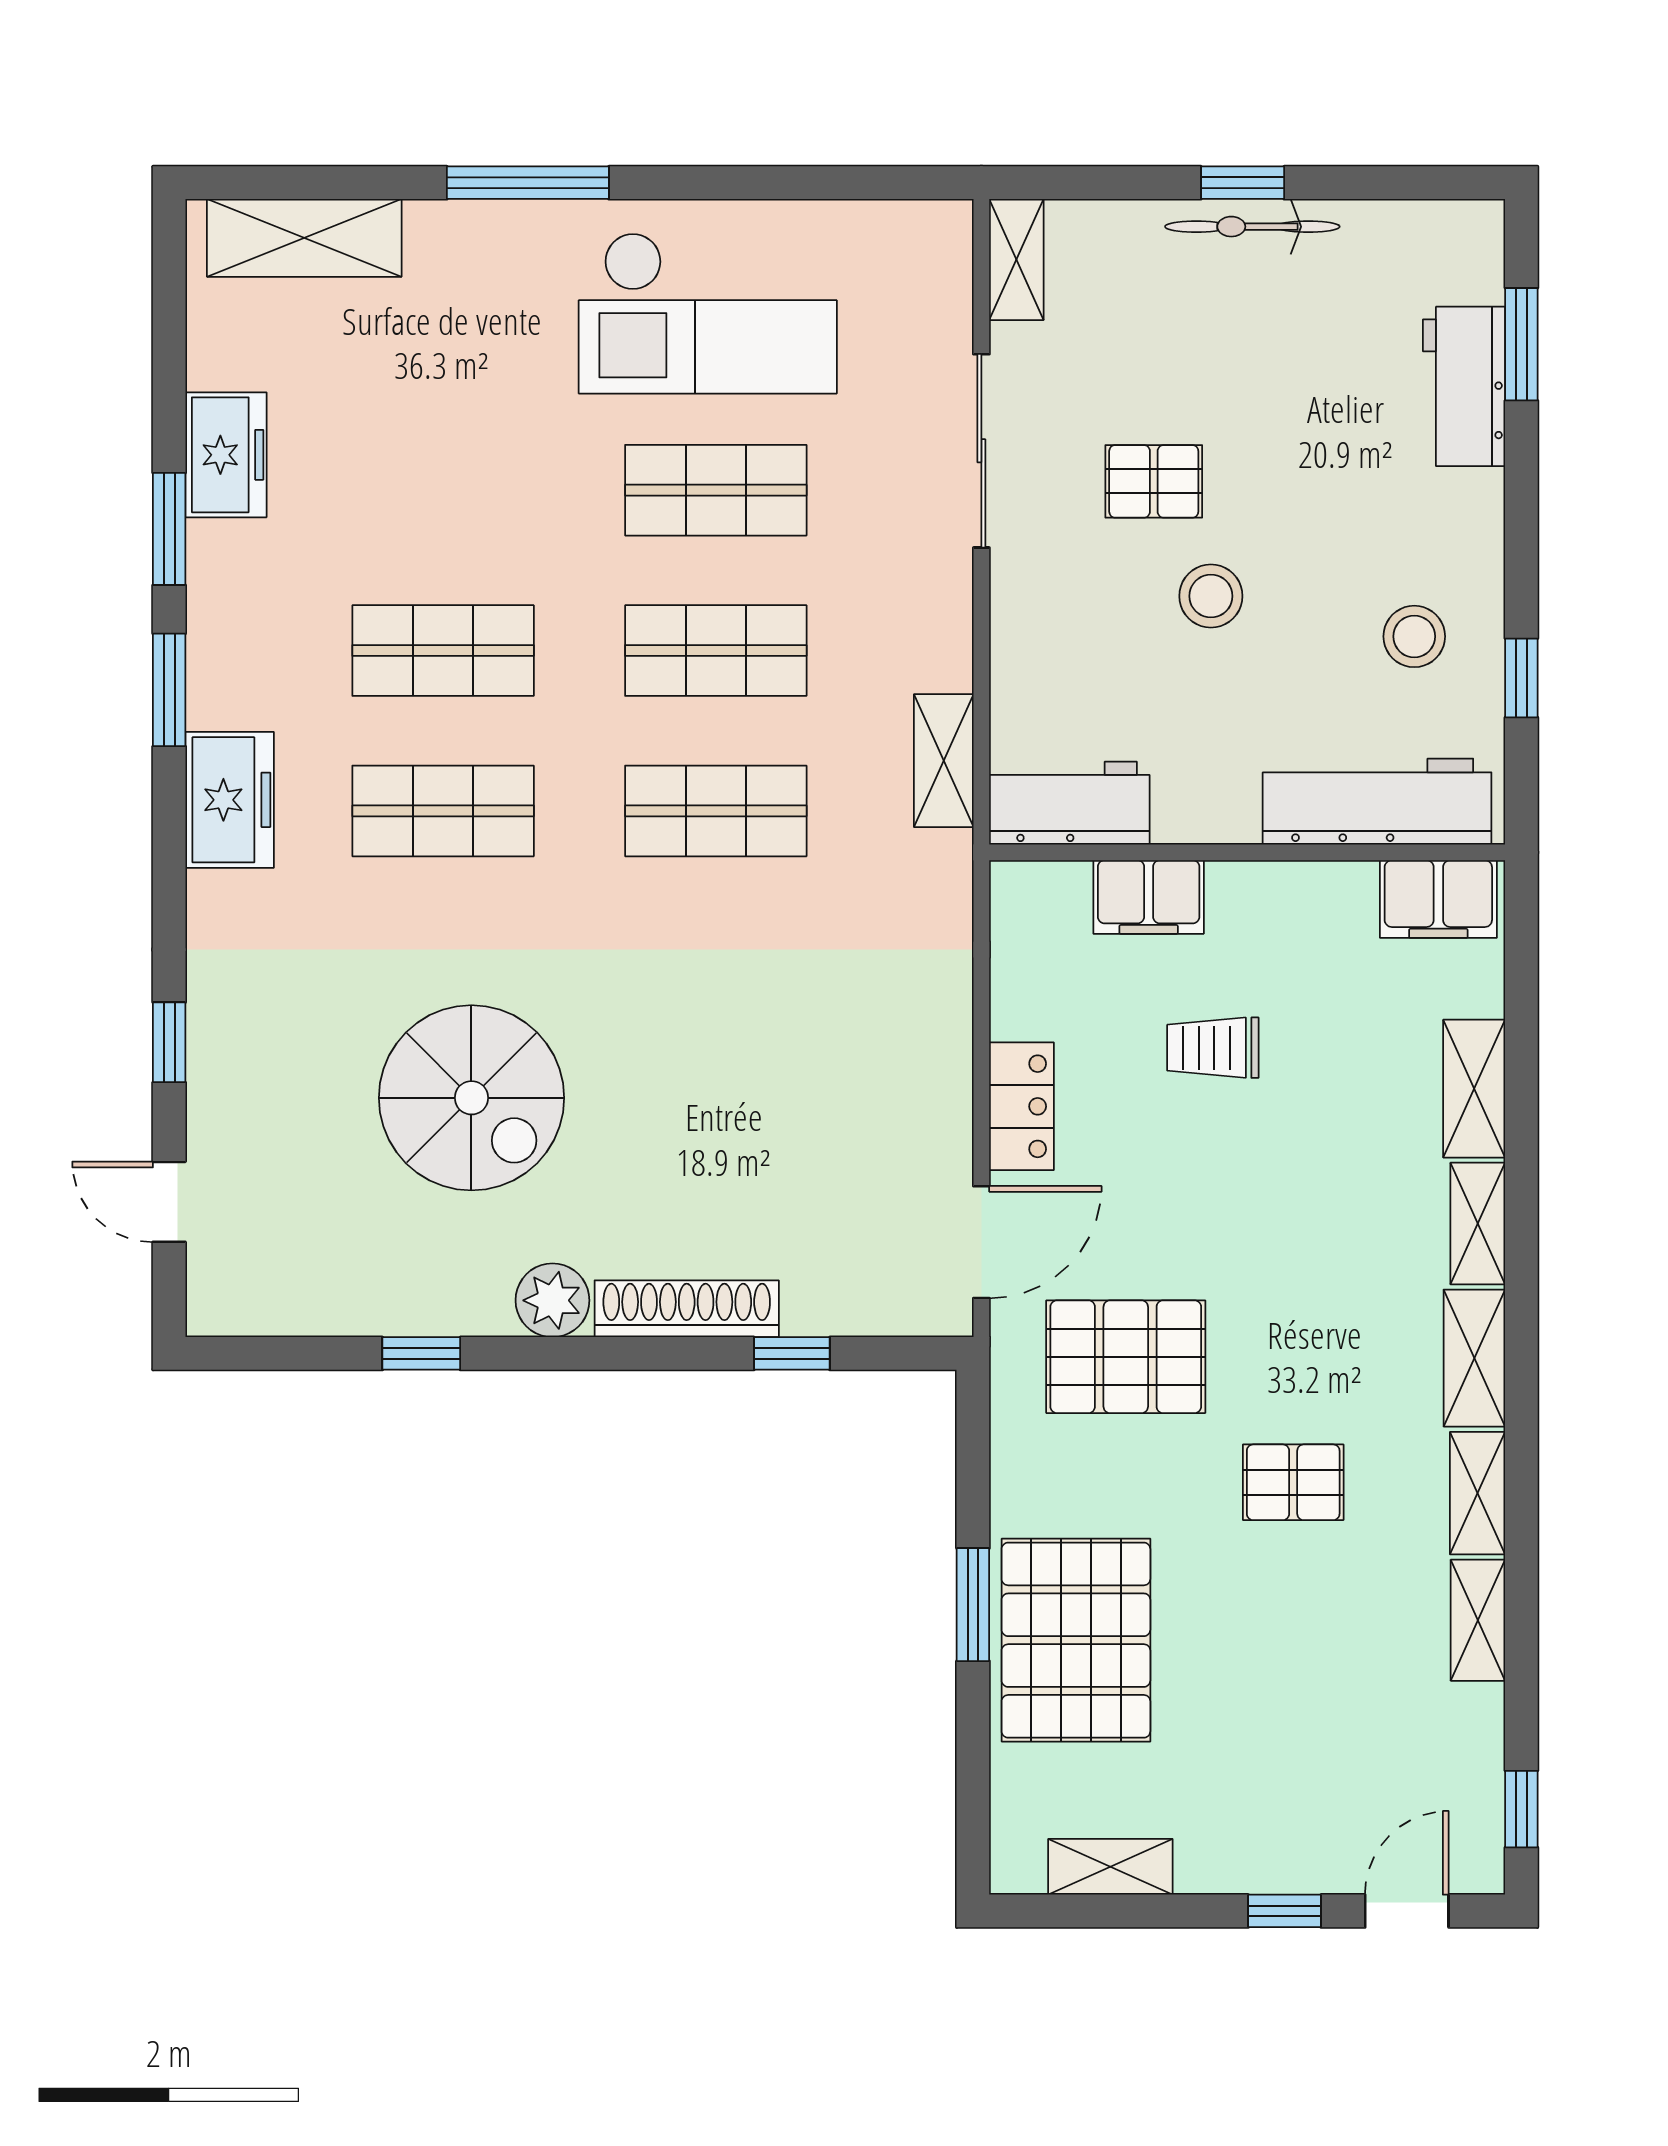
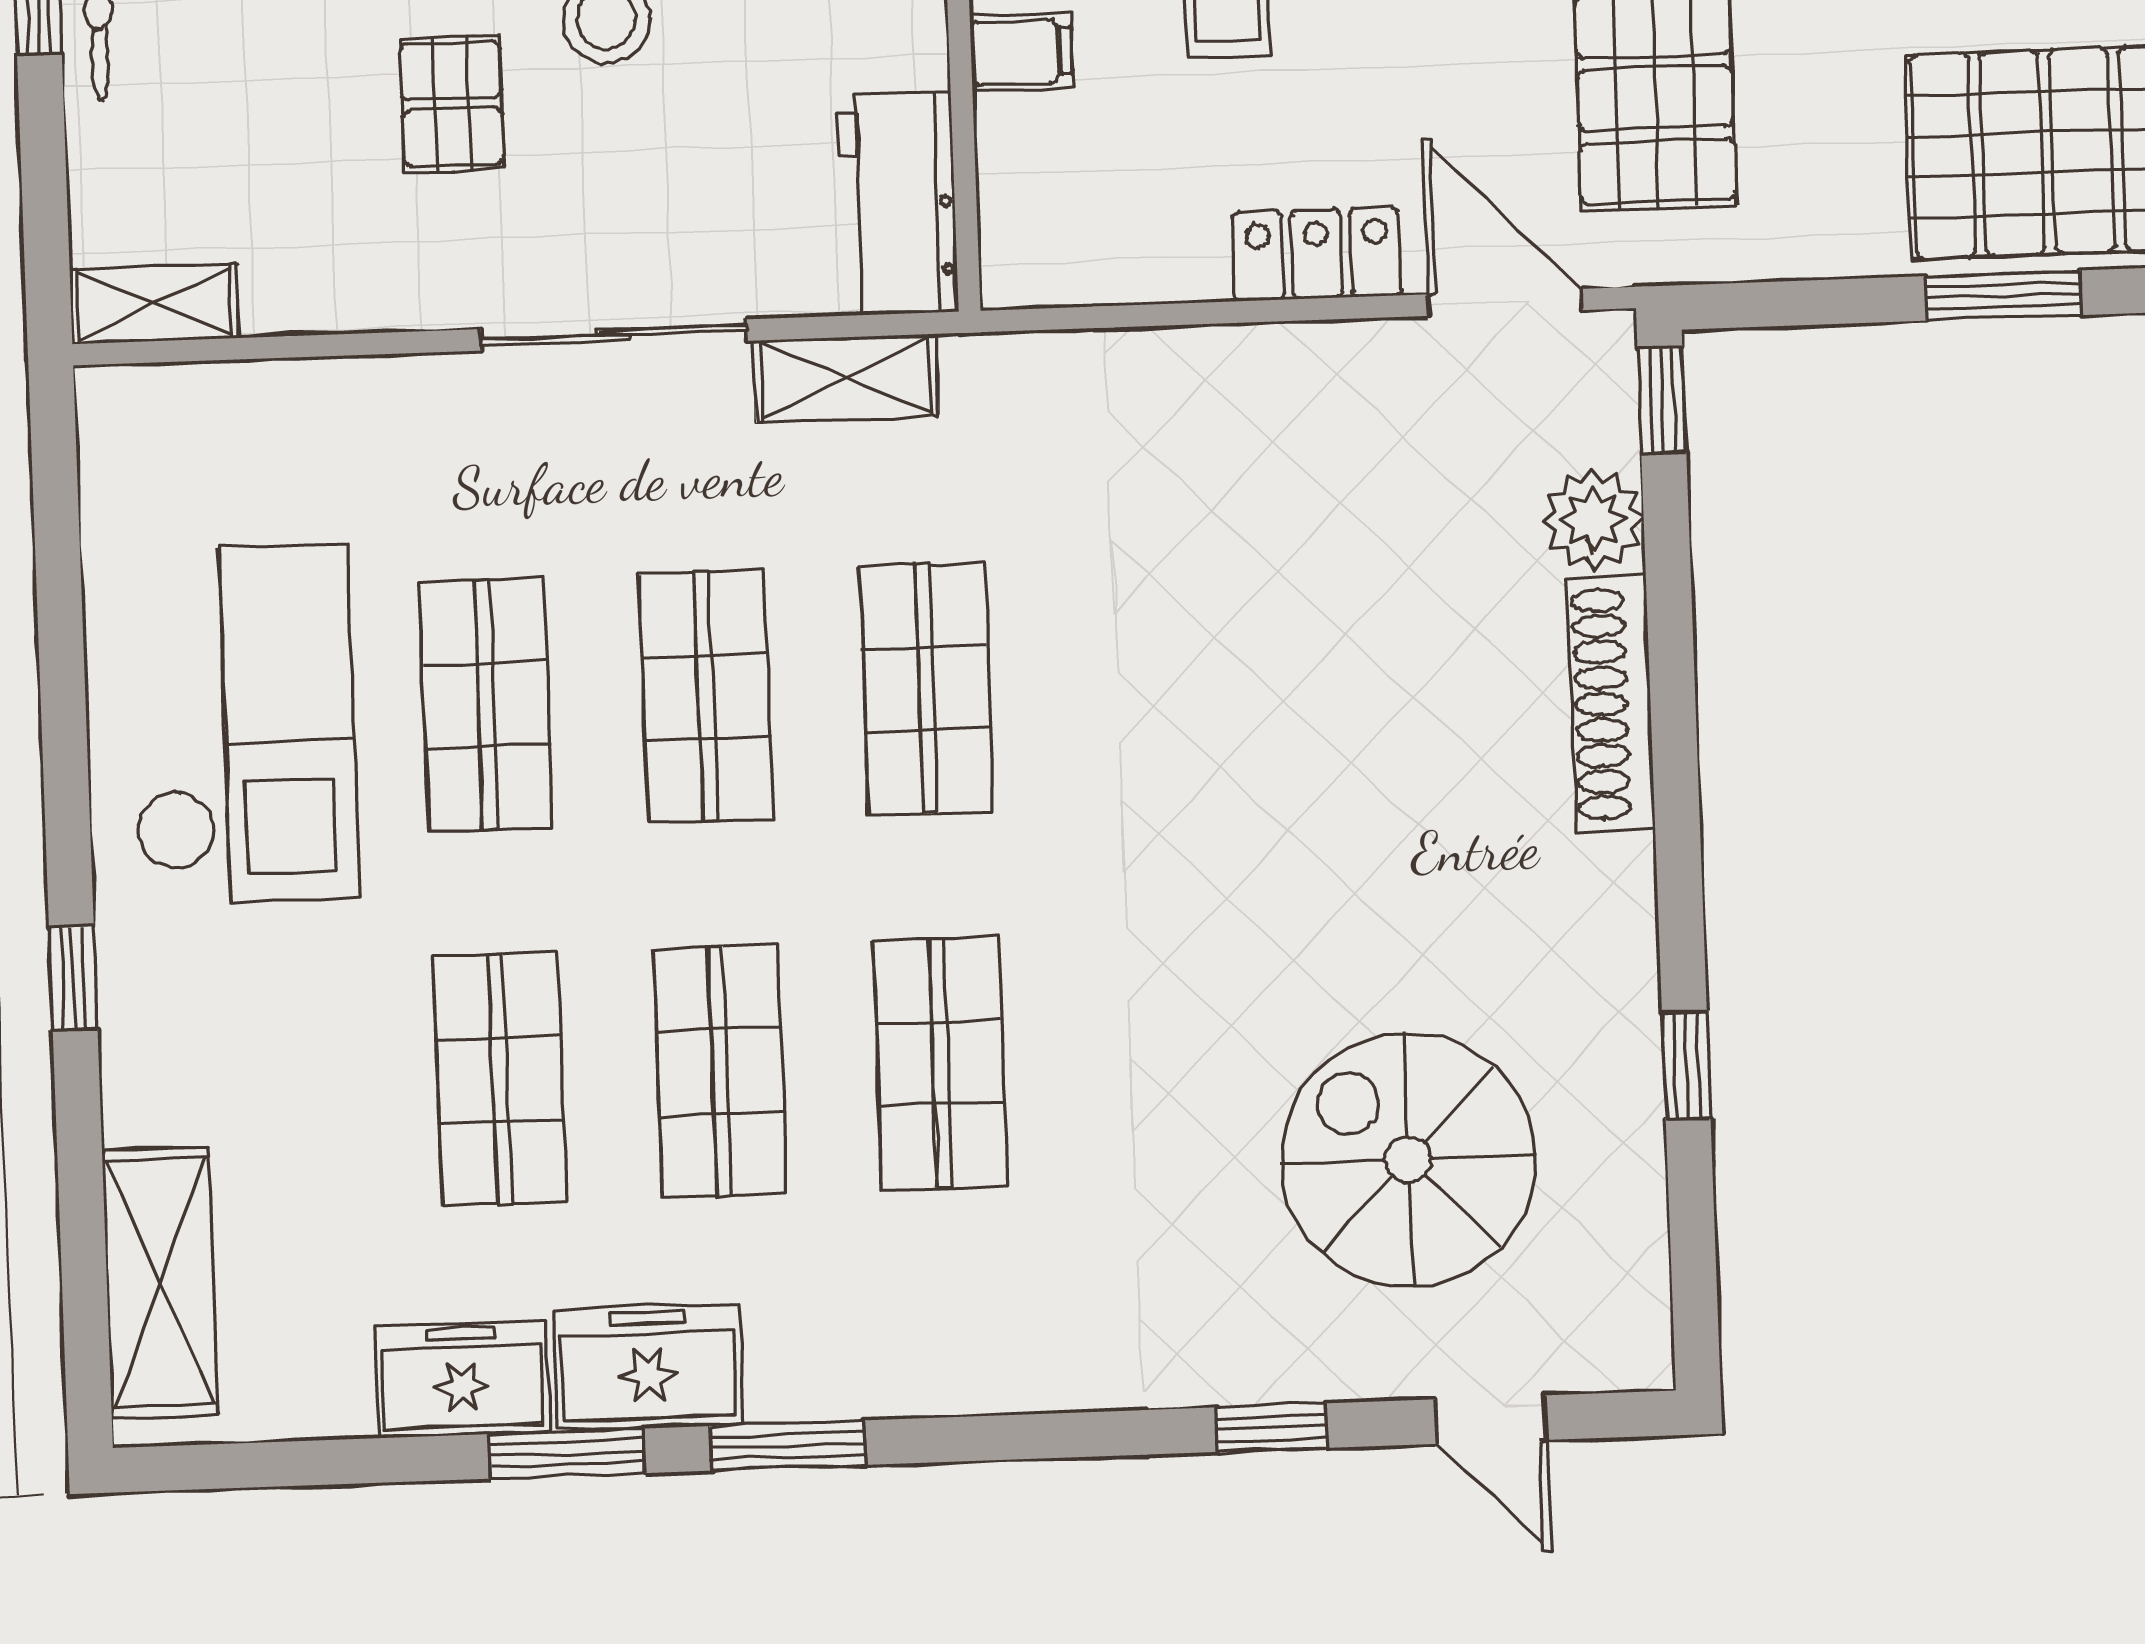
window: (528, 183) -> (73, 978), width x0.46
sliding door: (981, 451) -> (614, 335), moved
shop shelf: (443, 490) -> (500, 1079), added
freezer: (230, 800) -> (648, 1367), moved
filing cabinet: (1149, 897) -> (1021, 52), width x0.50
spiral stairs: (471, 1098) -> (1408, 1160), moved, turned -90
door: (169, 1202) -> (1491, 1420), hinge flipped
plant: (552, 1300) -> (1593, 520), moved
window: (792, 1353) -> (1662, 400), moved

